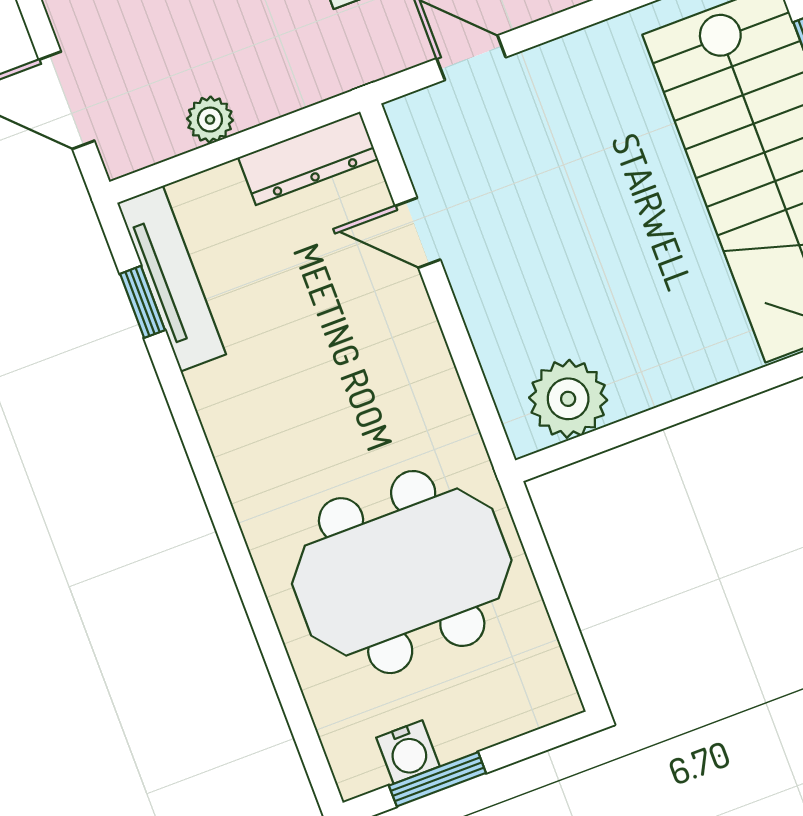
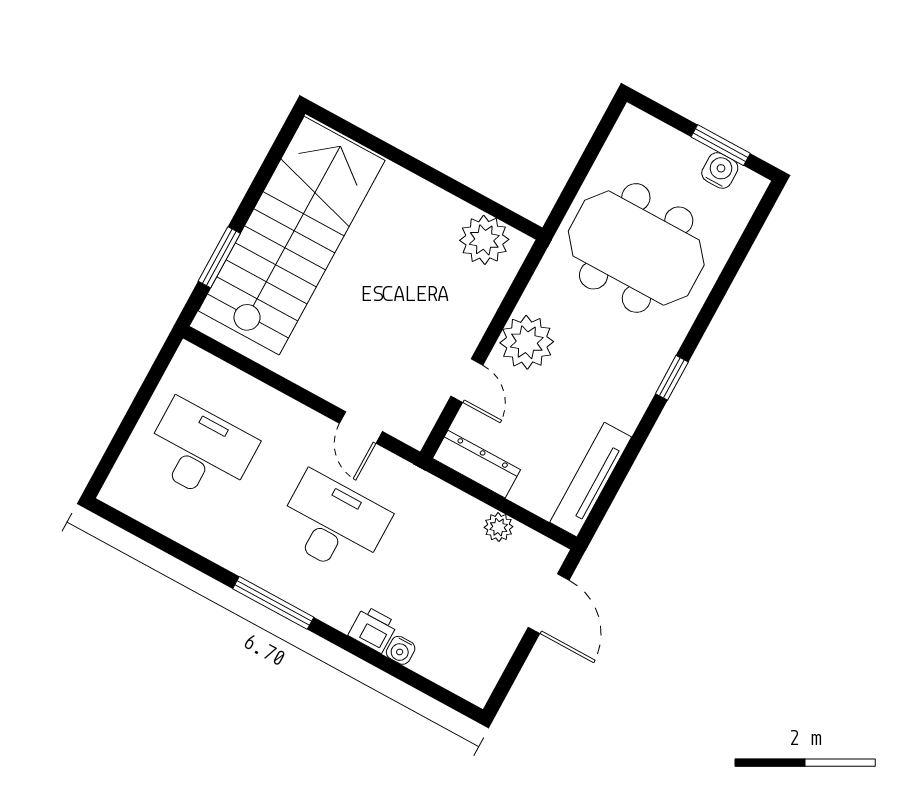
window: (142, 302) -> (672, 378), moved
plant: (402, 344) -> (527, 342), added

